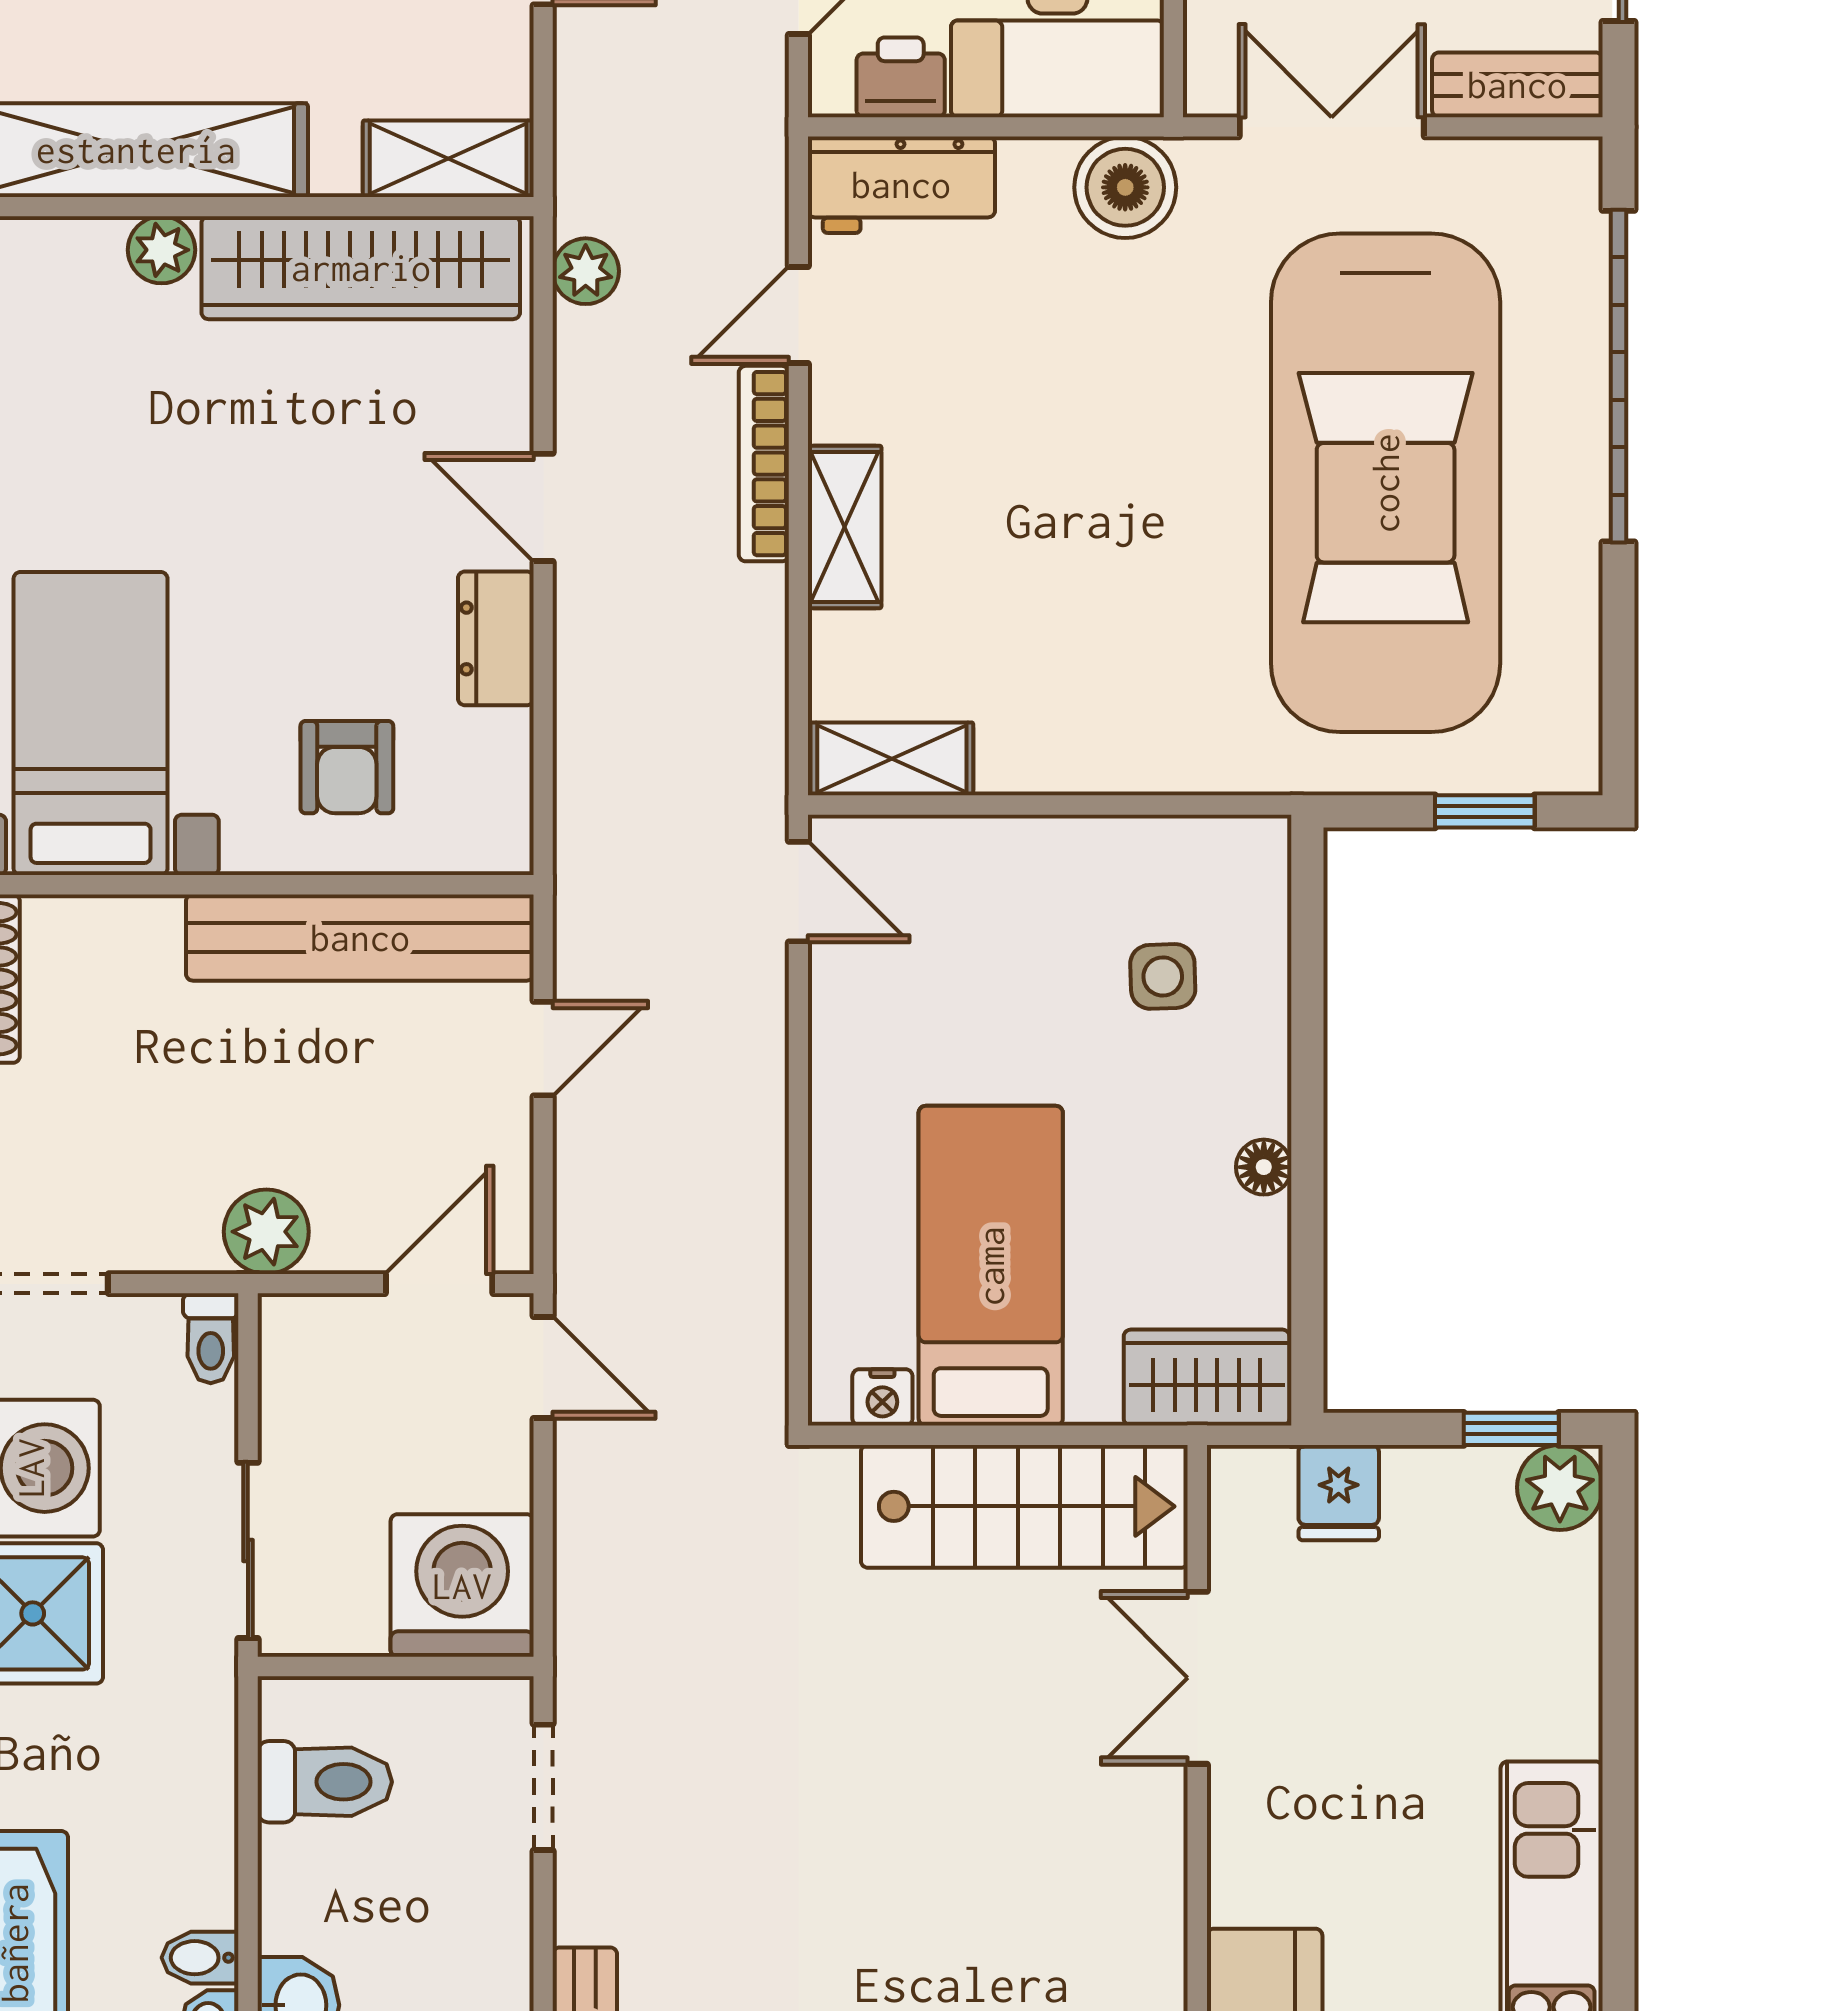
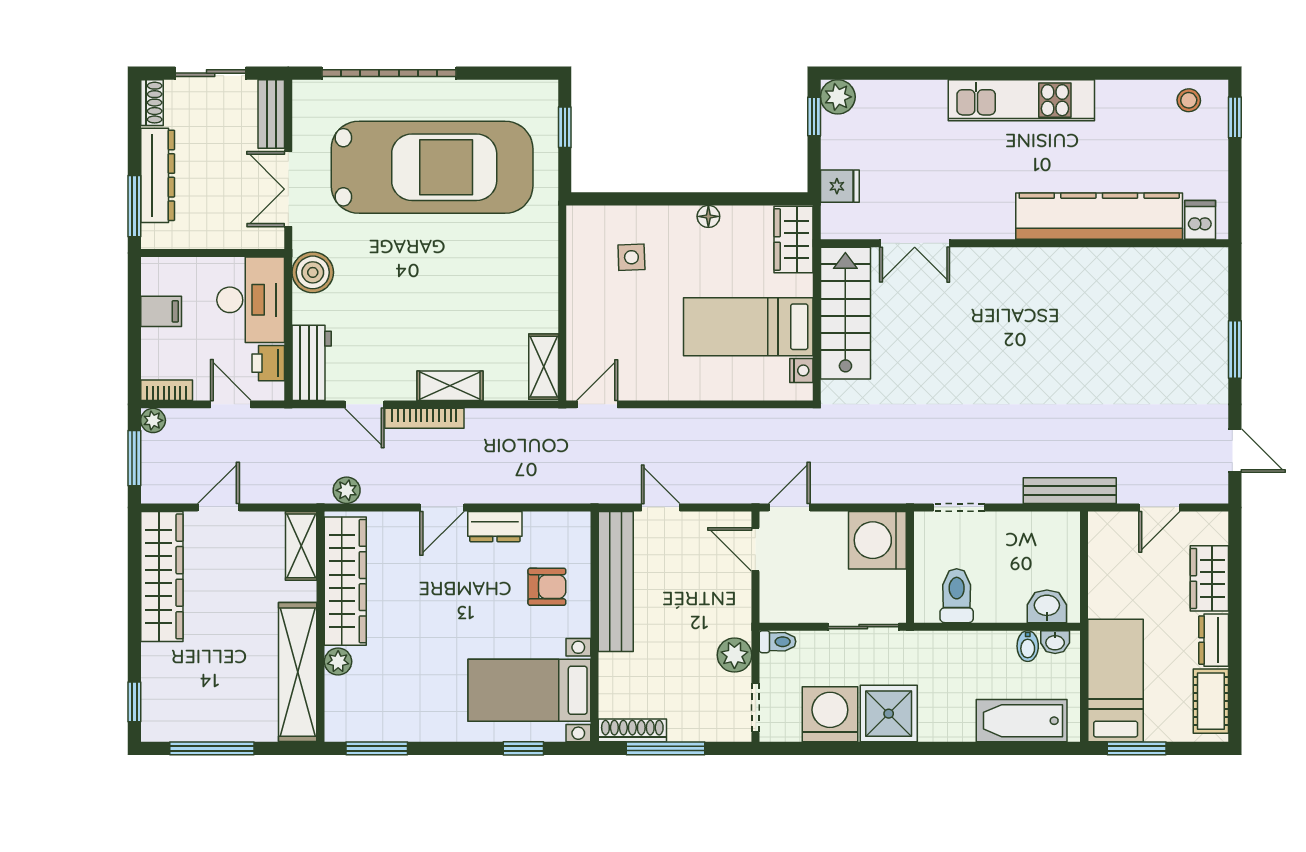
plant: (266, 1232) -> (734, 655), moved

